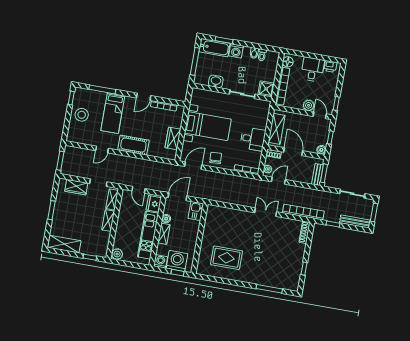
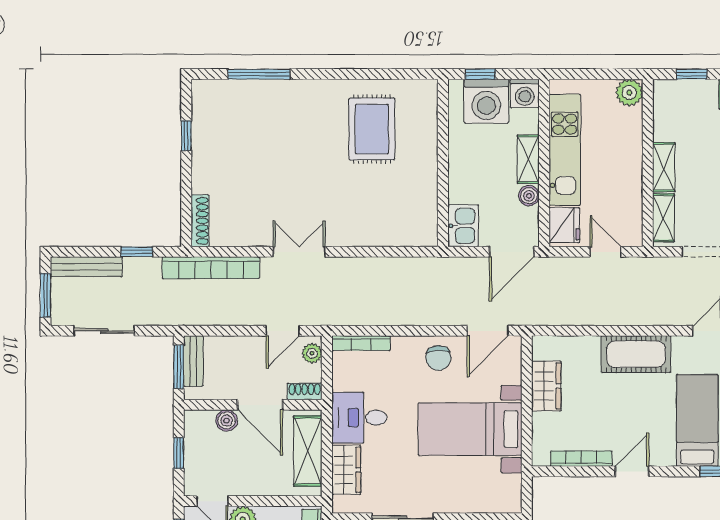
wardrobe: (262, 118) -> (346, 470), added
boiler: (321, 150) -> (227, 420), moved
double door: (266, 212) -> (299, 252), swing flipped
rug: (226, 258) -> (372, 129), turned 90

